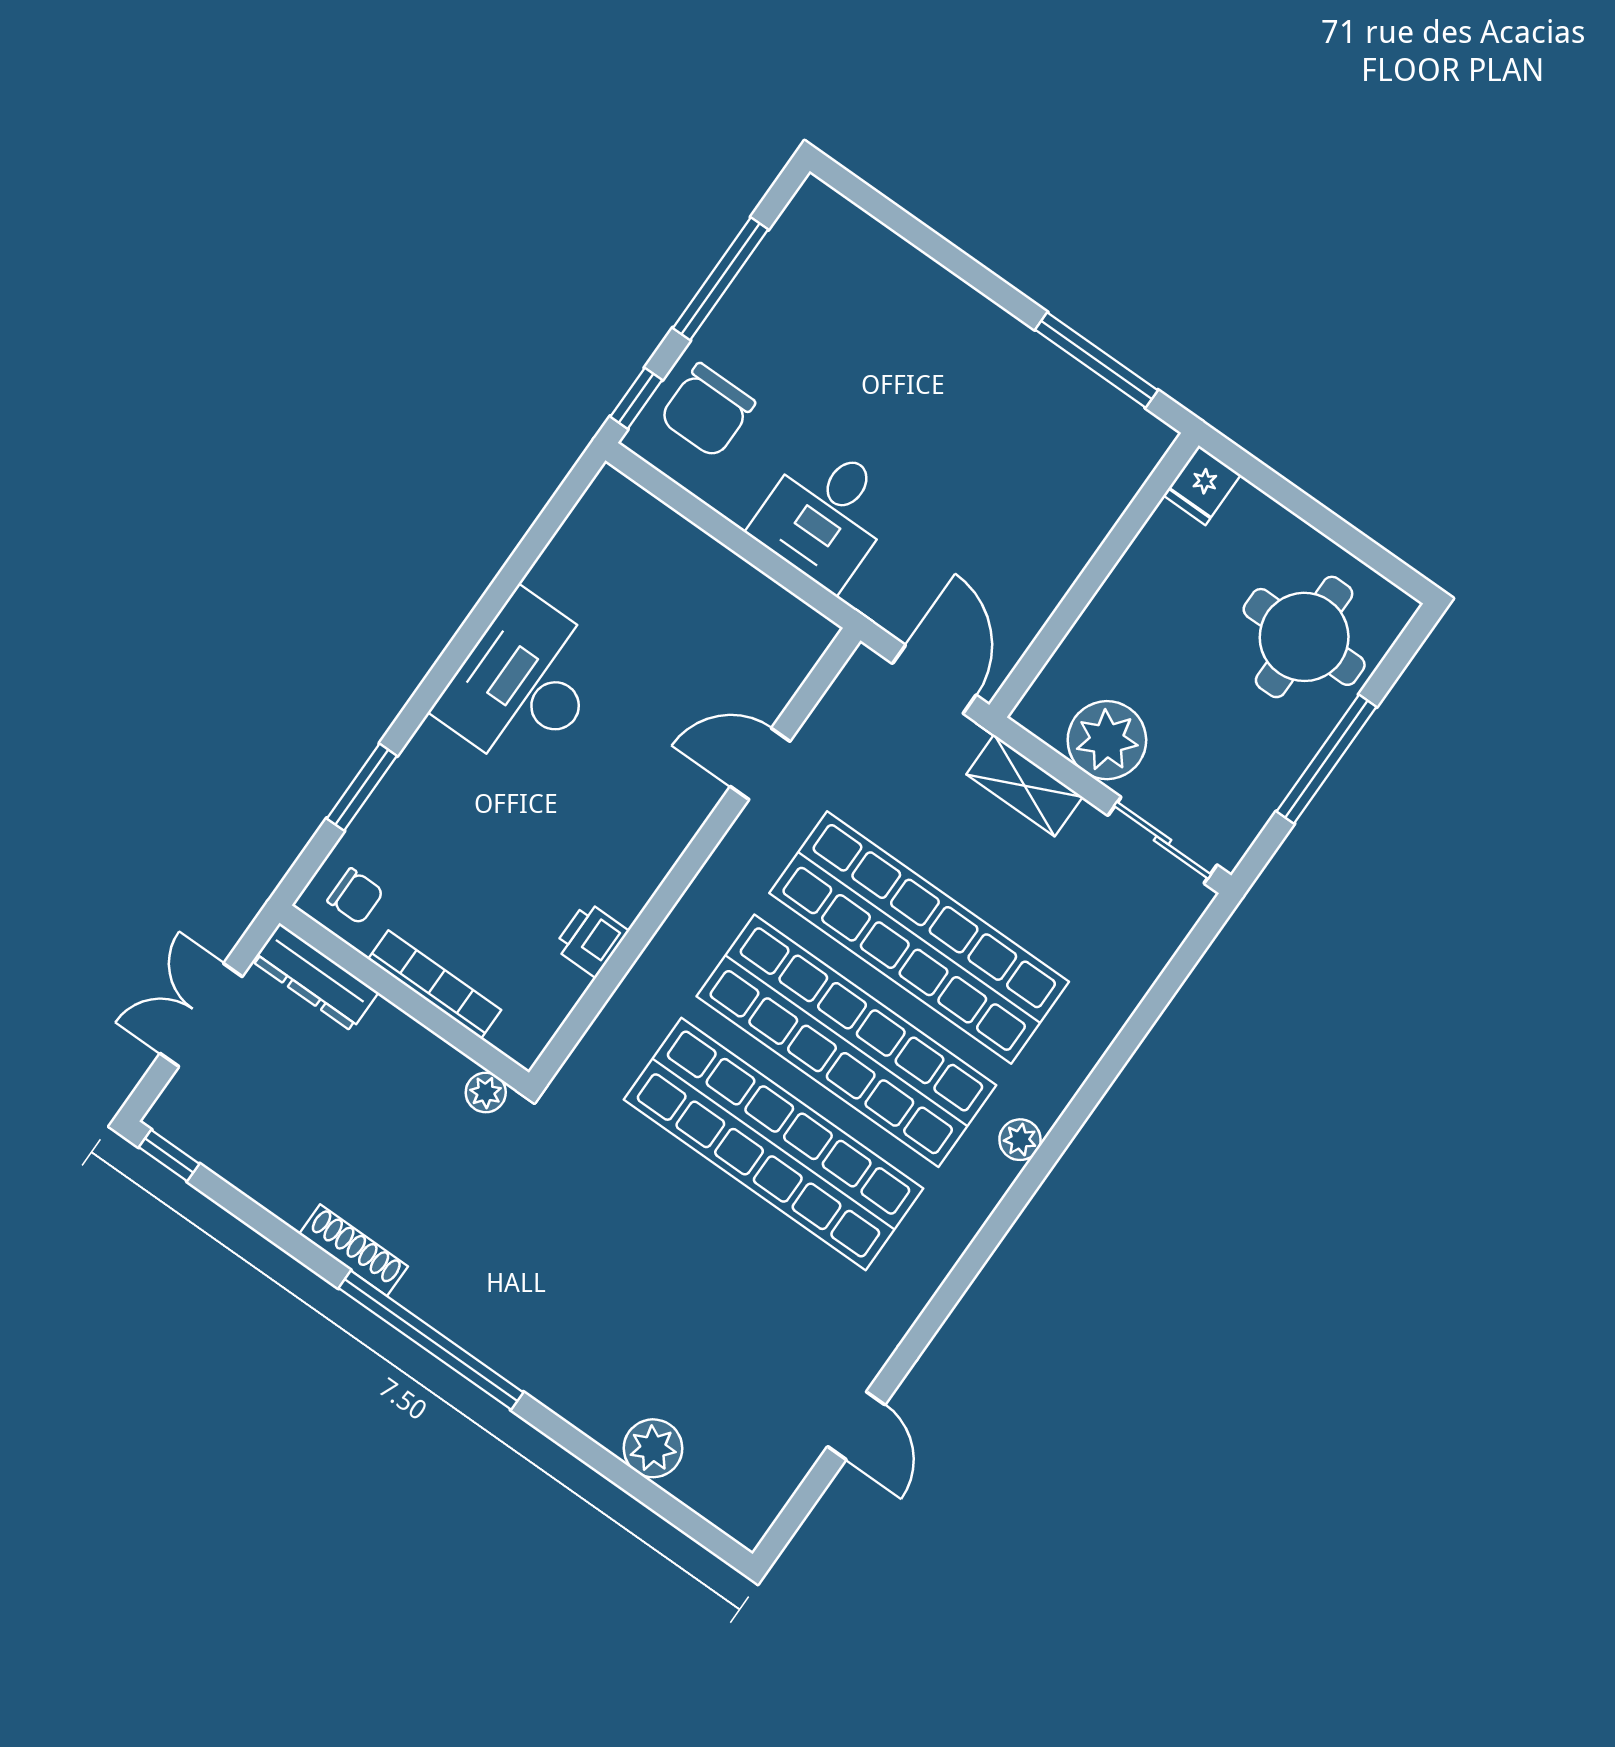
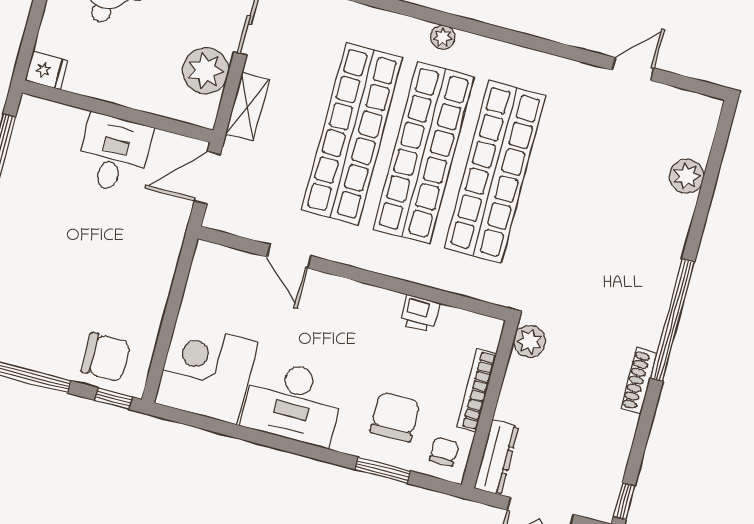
desk: (825, 515) -> (114, 154), moved, turned -90
corner desk: (623, 562) -> (206, 372), added
chair: (440, 839) -> (395, 417), added
plant: (486, 1092) -> (530, 341), width x1.38, depth x1.38

